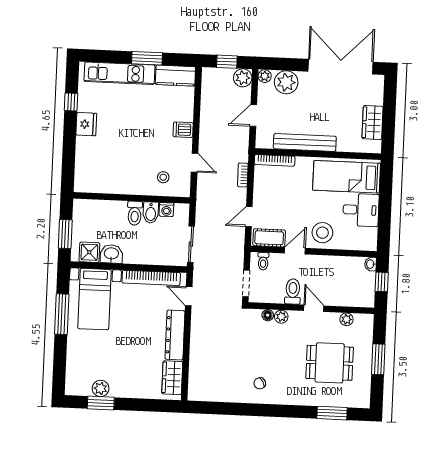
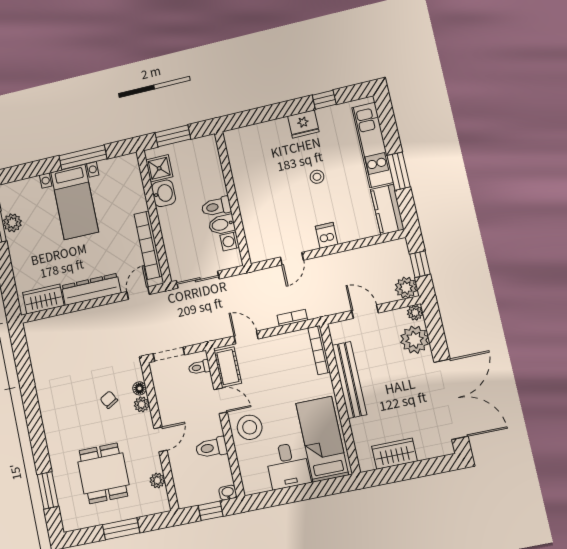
stool: (163, 177) -> (317, 177), moved
toilet: (293, 291) -> (211, 448), moved, turned 180
bed with nightstands: (94, 299) -> (75, 202), moved, turned -90
chair: (260, 383) -> (109, 400), moved

